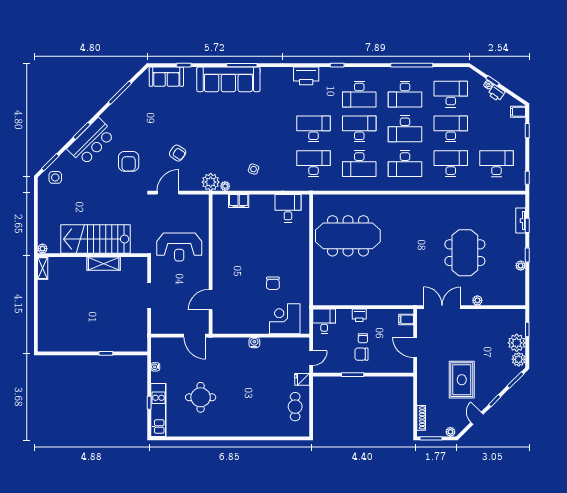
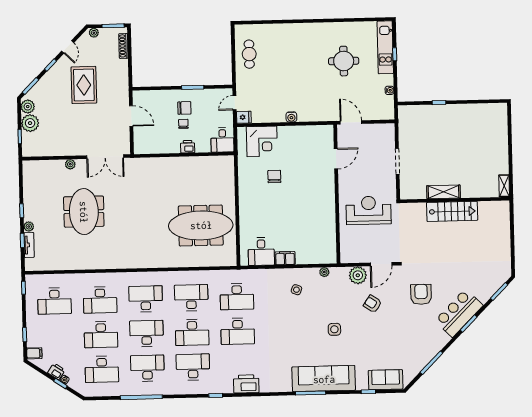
side table: (55, 177) -> (334, 329), moved
plant: (211, 182) -> (358, 275), moved
filing cabinet: (239, 201) -> (285, 258), moved
stairs: (95, 239) -> (452, 211), width x0.73, depth x0.66
plant: (42, 249) -> (505, 205), removed
plant: (521, 266) -> (29, 227), moved
filing cabinet: (406, 319) -> (141, 144), removed
fridge: (302, 379) -> (244, 117), moved

